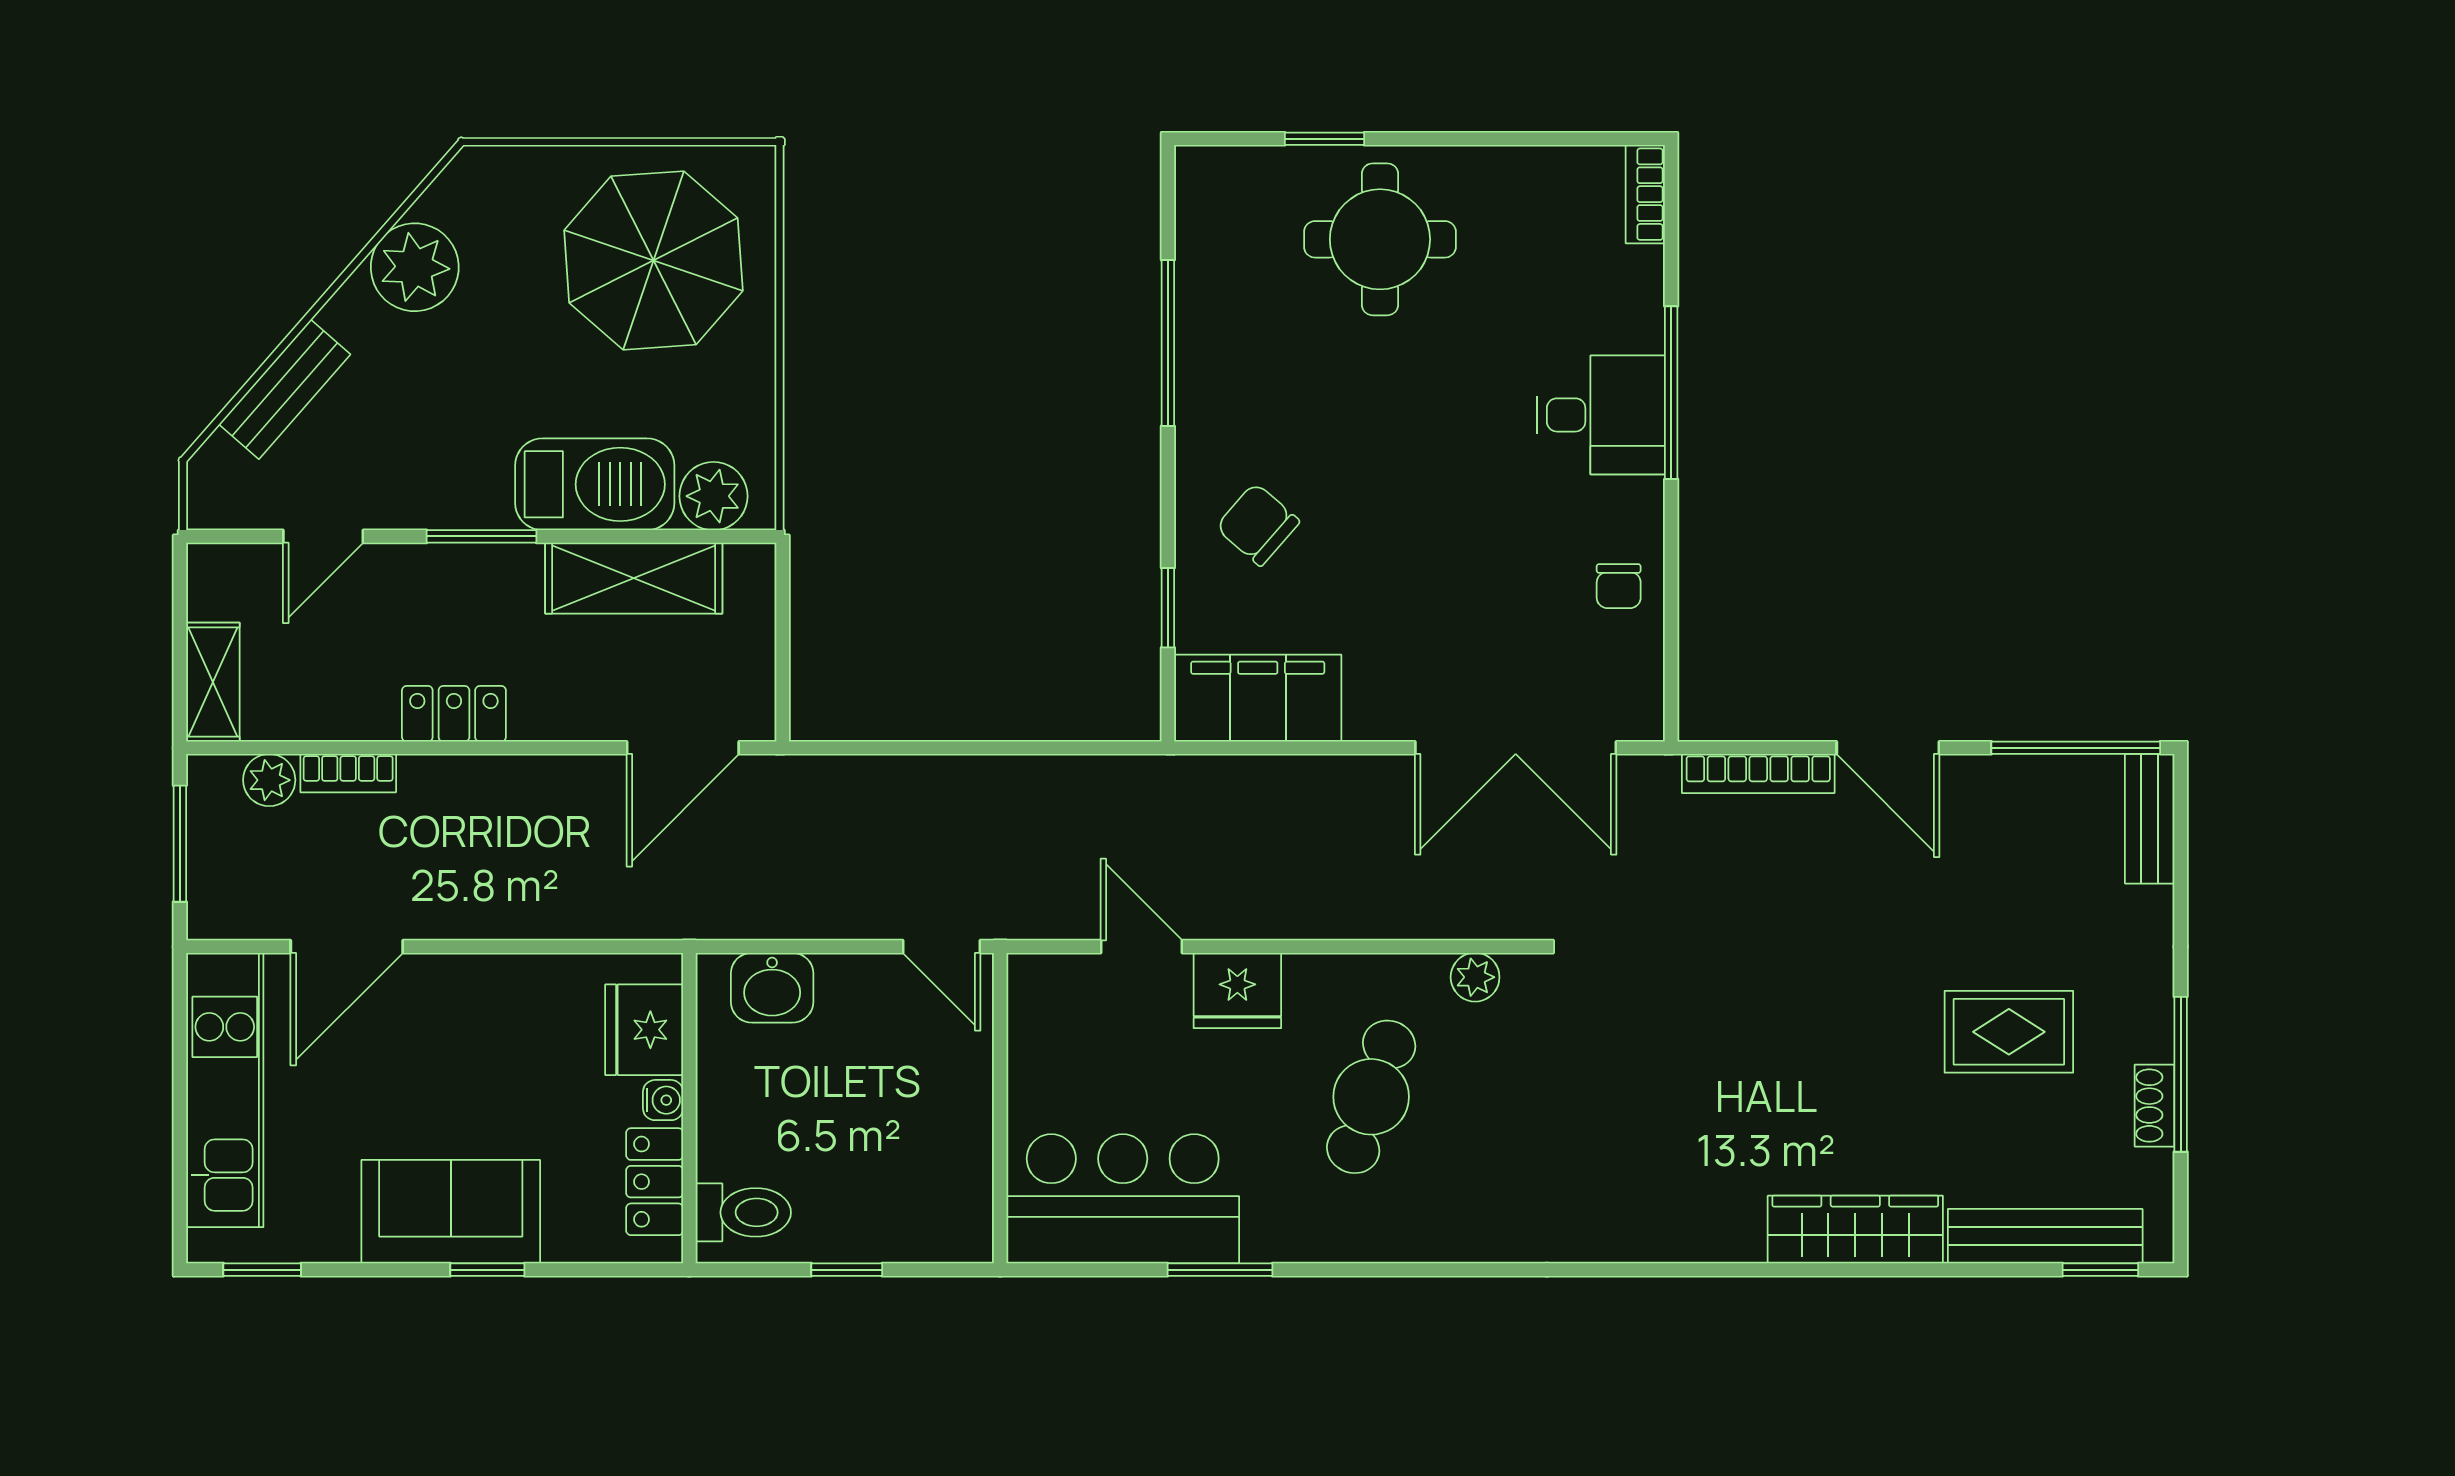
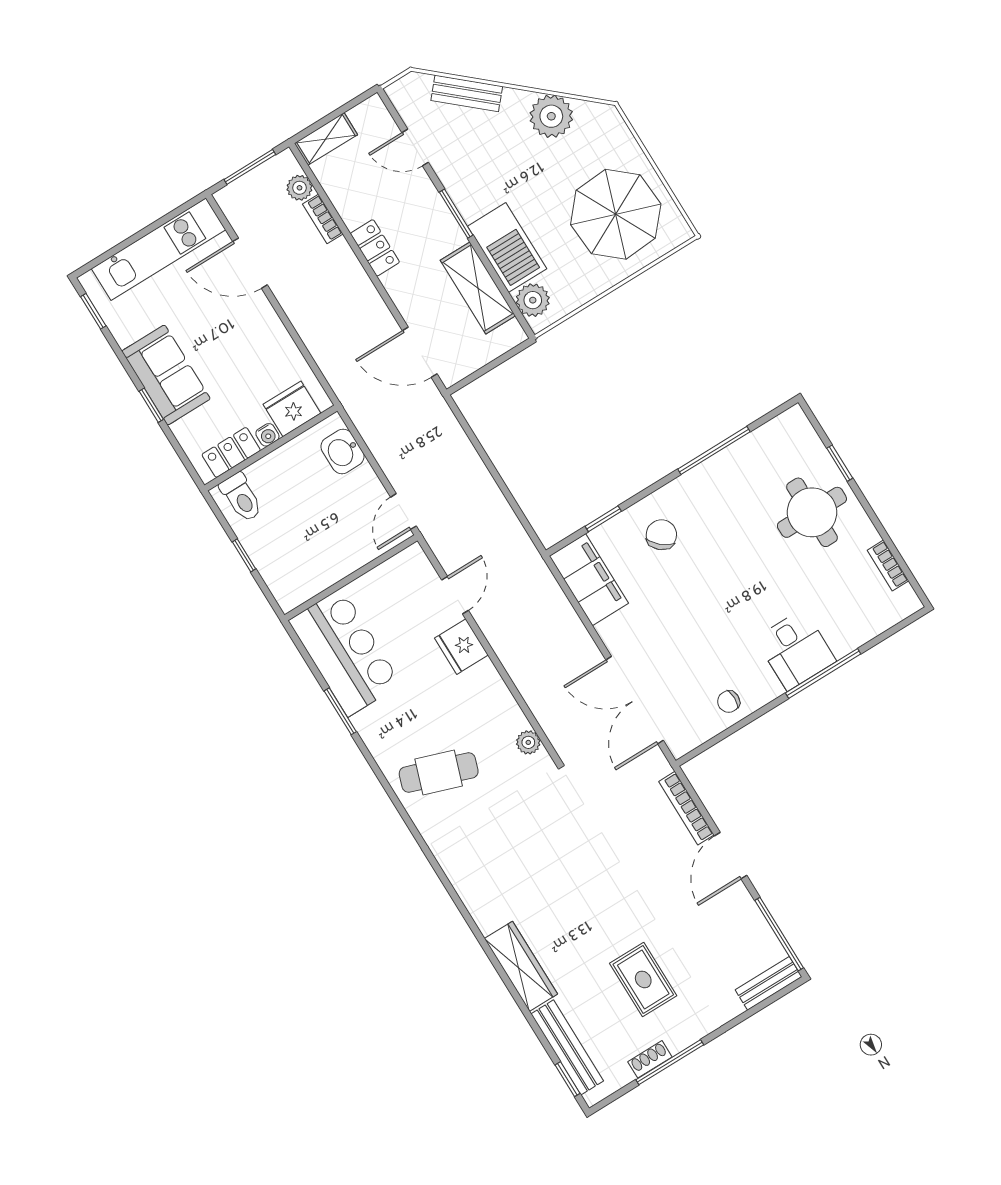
bookcase: (1645, 194) -> (888, 566), moved, turned -90
cafe table: (1371, 1097) -> (439, 772), moved

